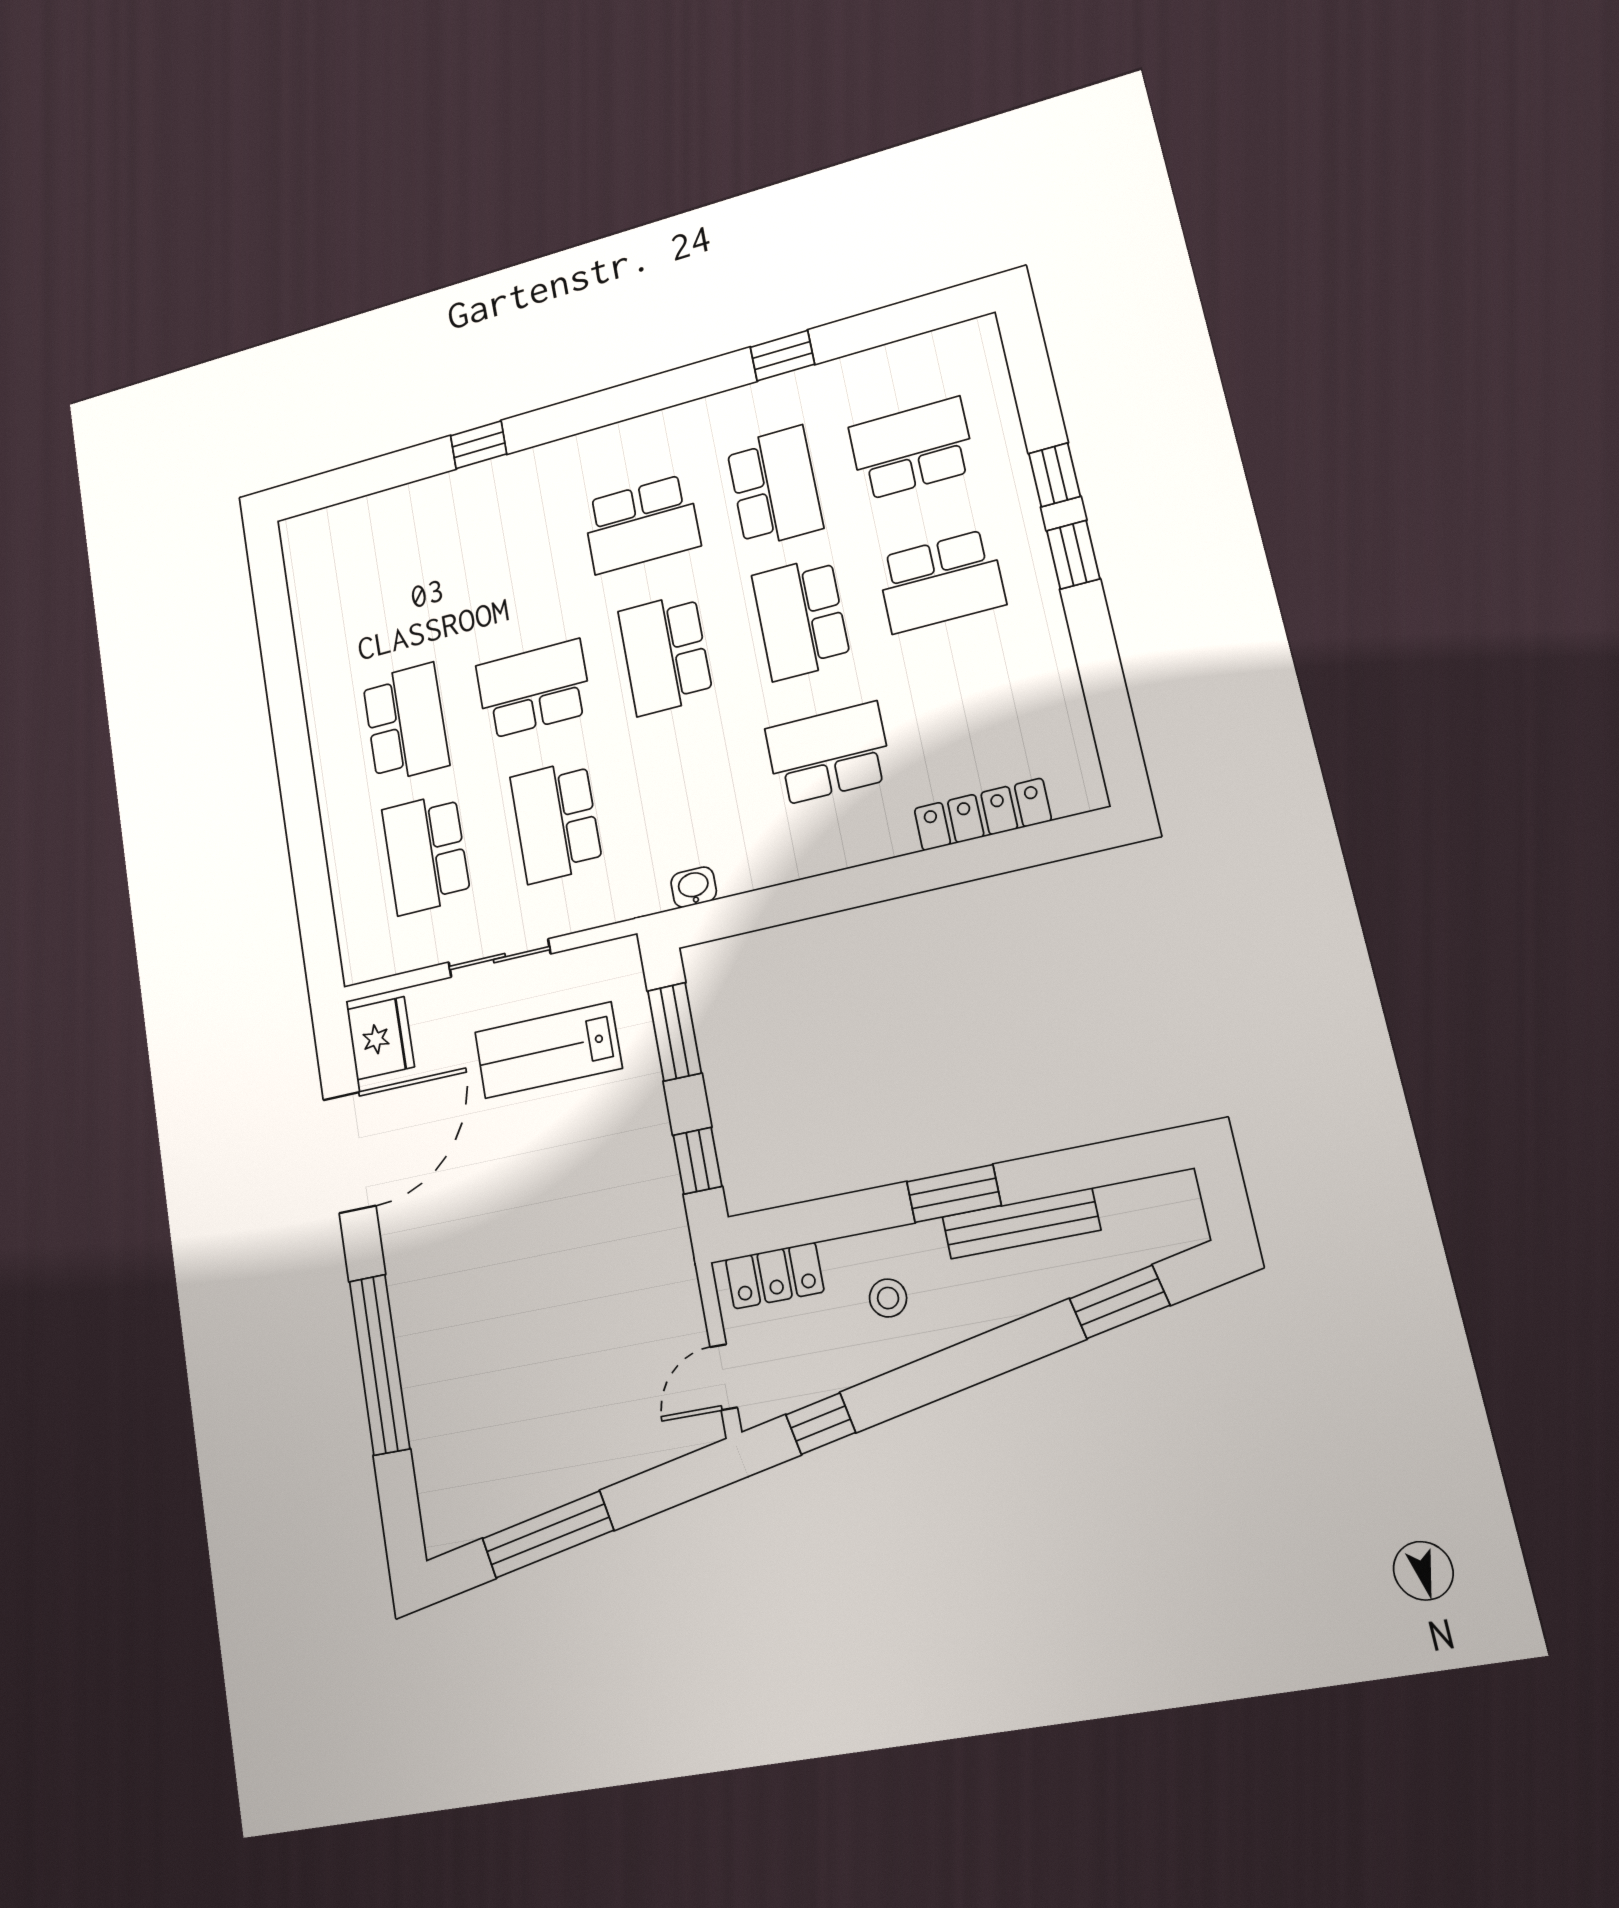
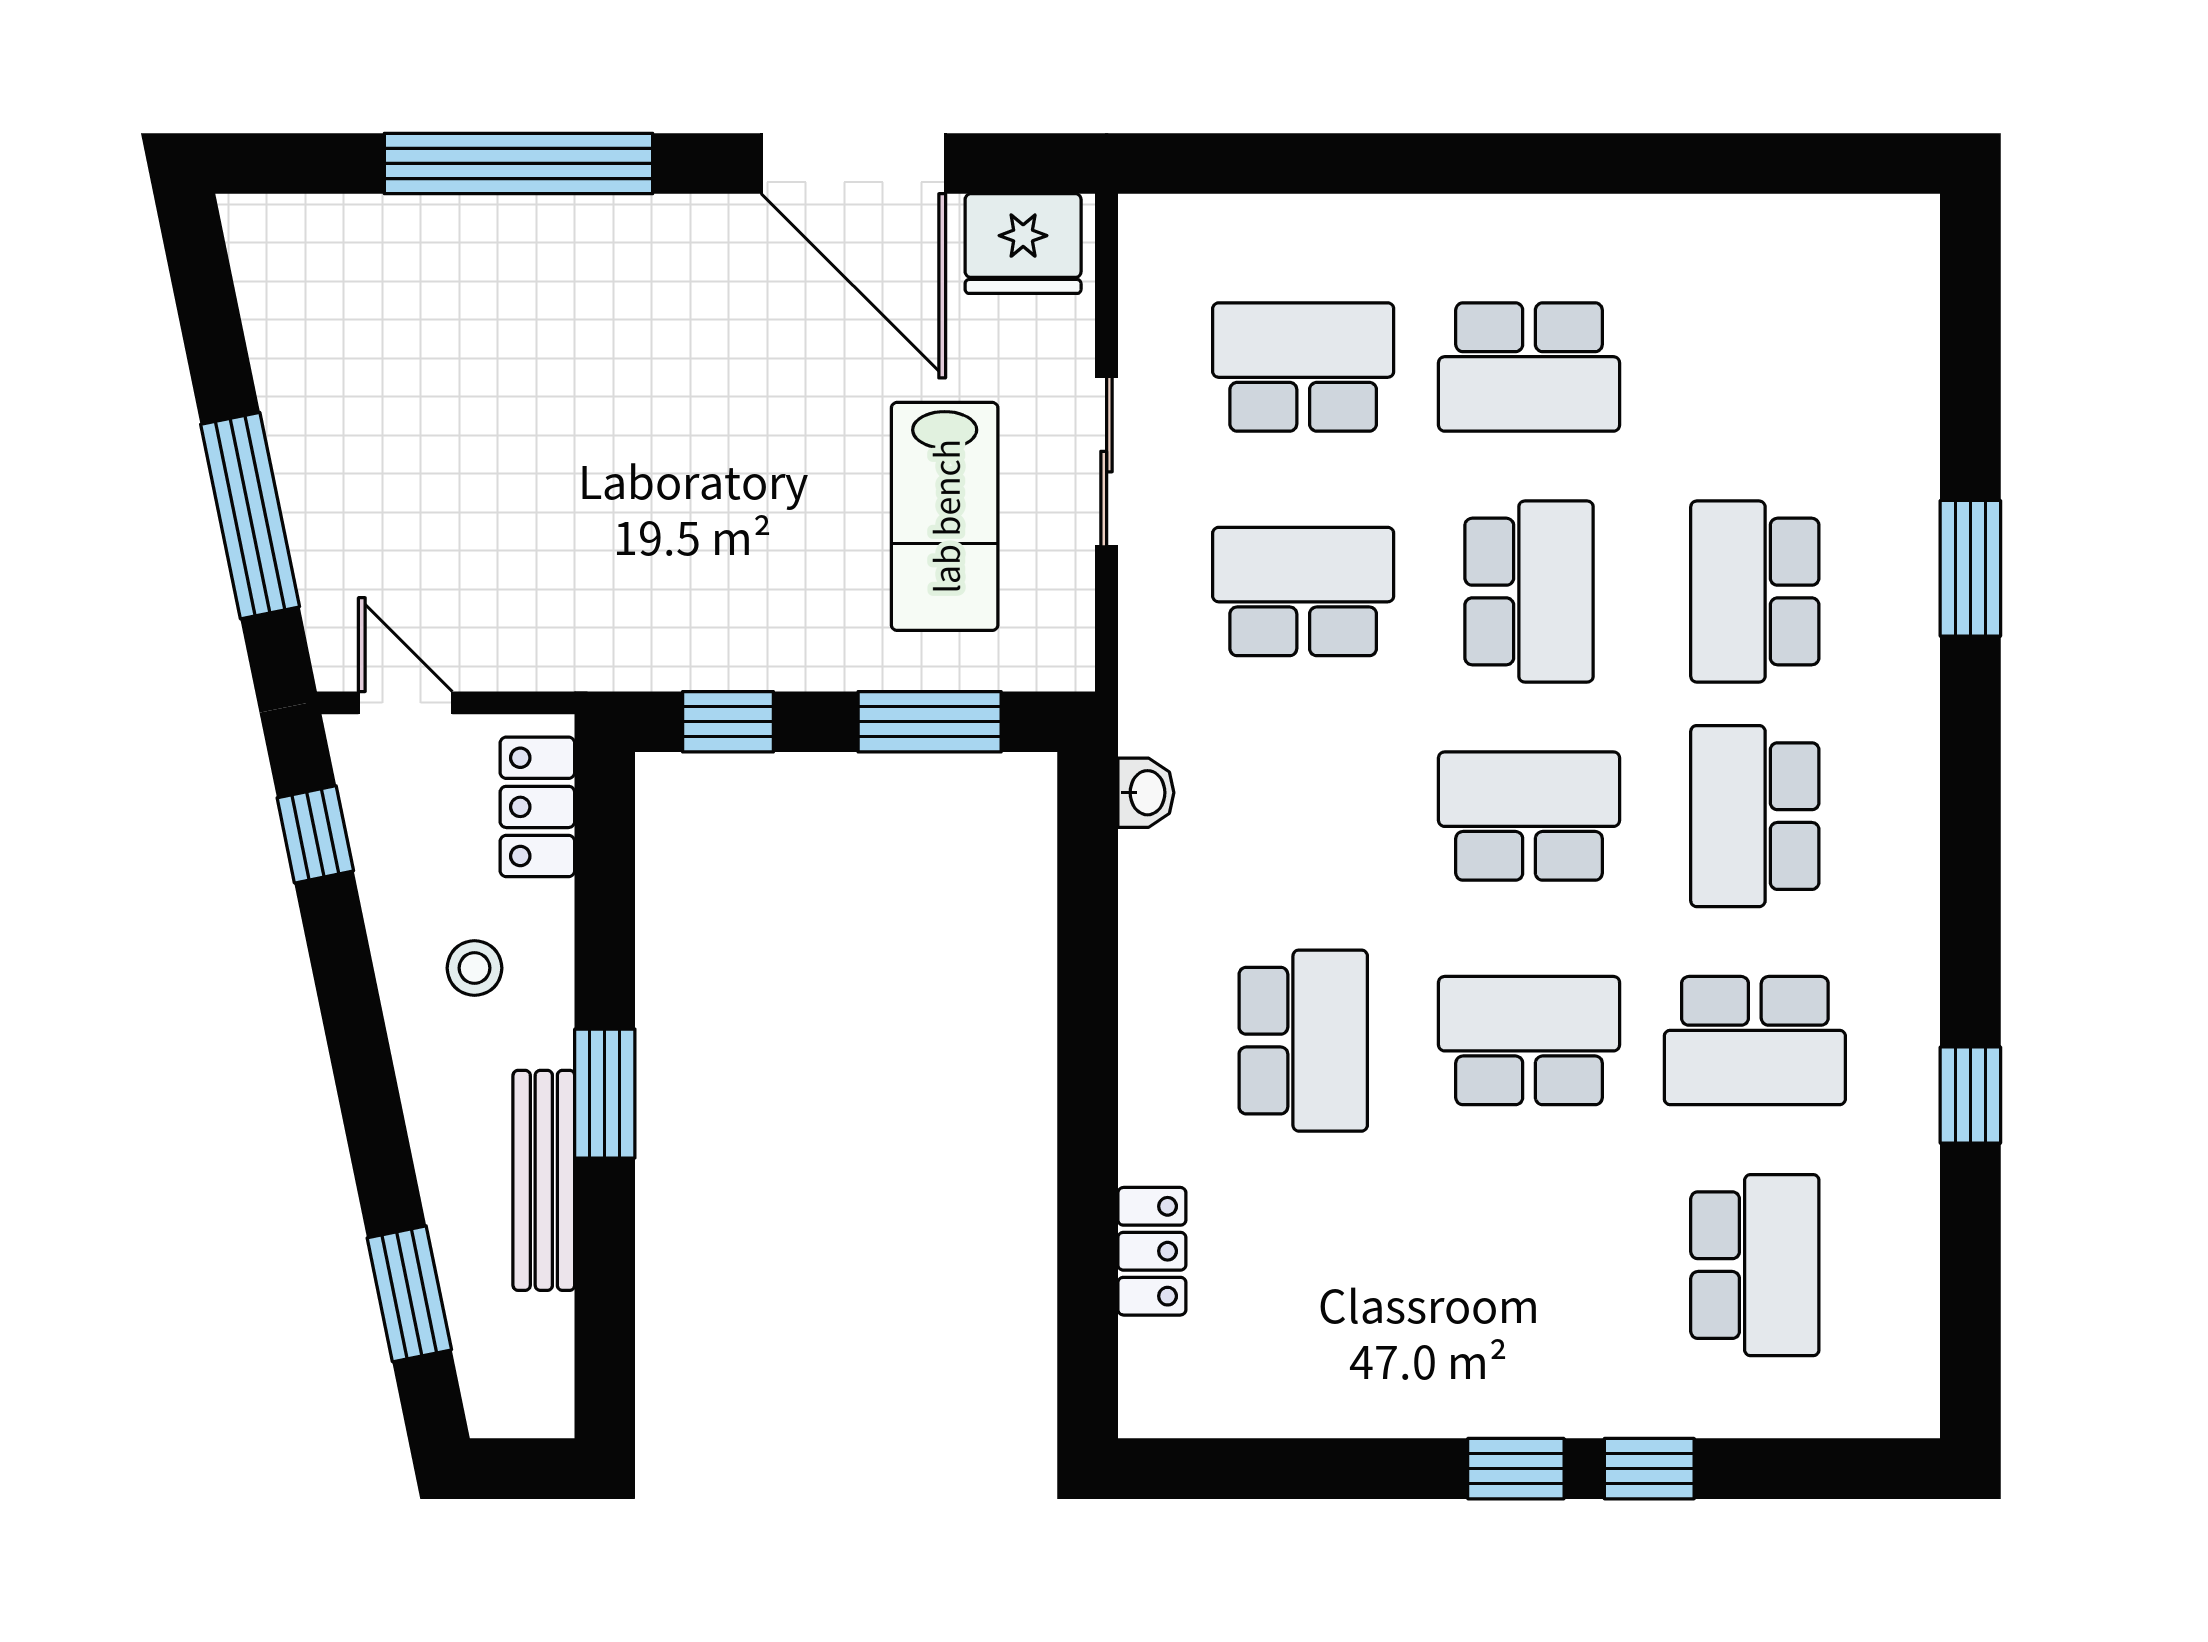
window: (479, 445) -> (1970, 568), width x1.50
school desk: (941, 581) -> (1755, 592), moved
locker: (982, 815) -> (1152, 1251), width x0.66
lab bench: (548, 1050) -> (945, 516), turned 180
window: (548, 1534) -> (250, 516), moved

